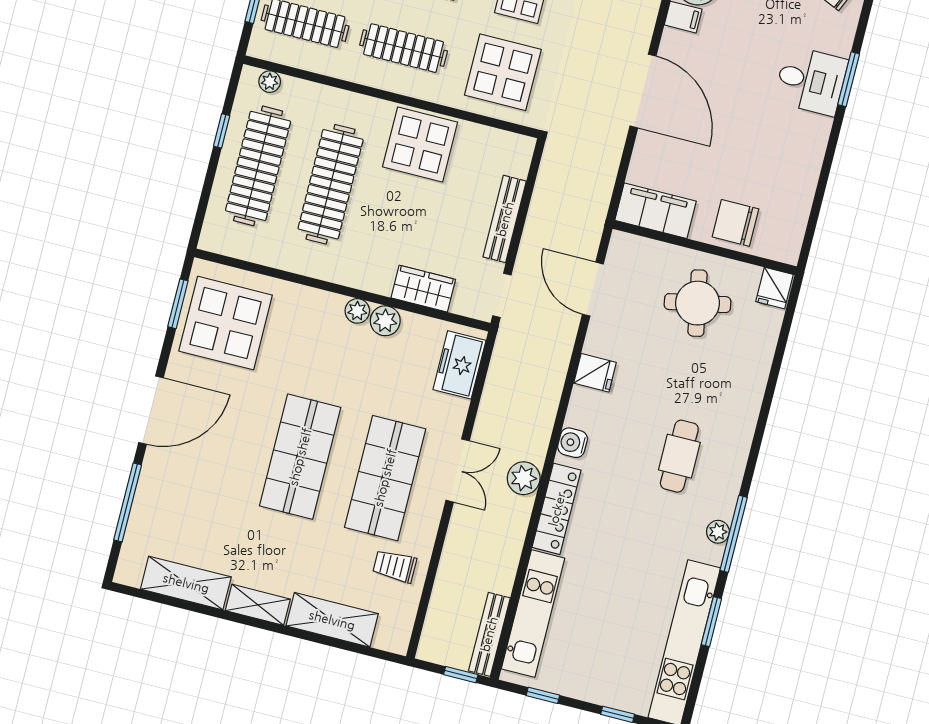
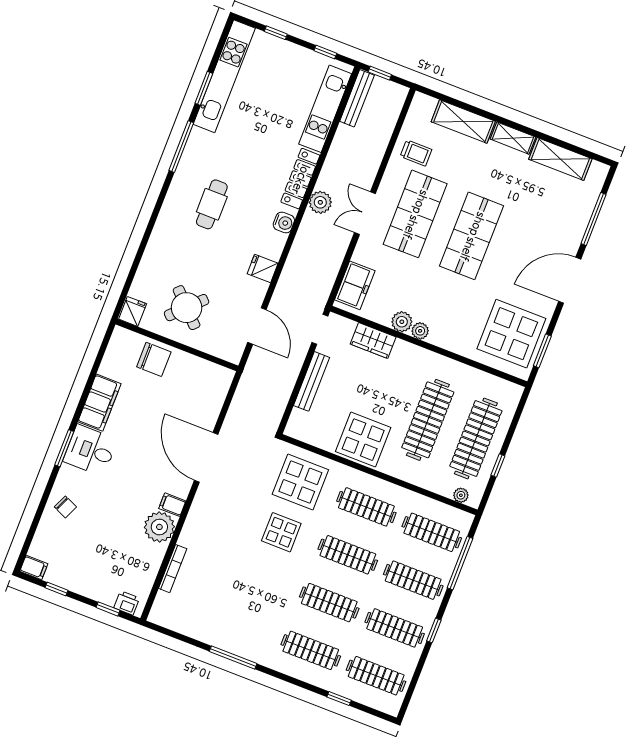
filing cabinet: (656, 211) -> (99, 403), moved, turned -90
round table: (697, 303) -> (187, 308), turned -34
plant: (718, 532) -> (192, 149), removed

